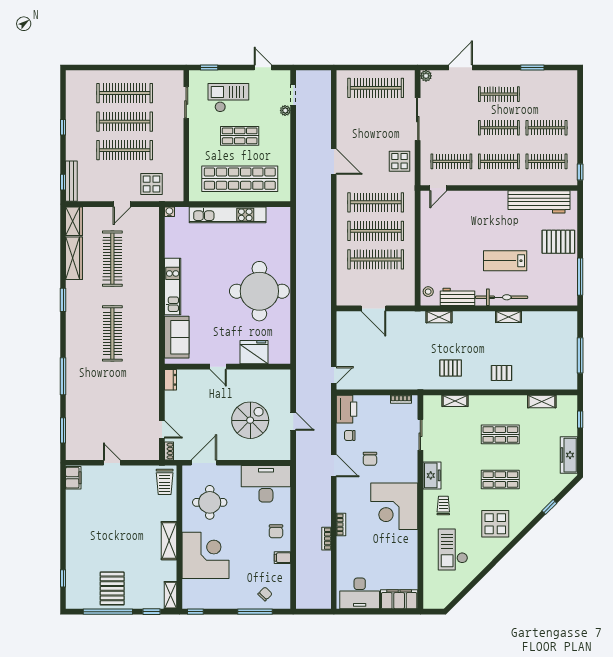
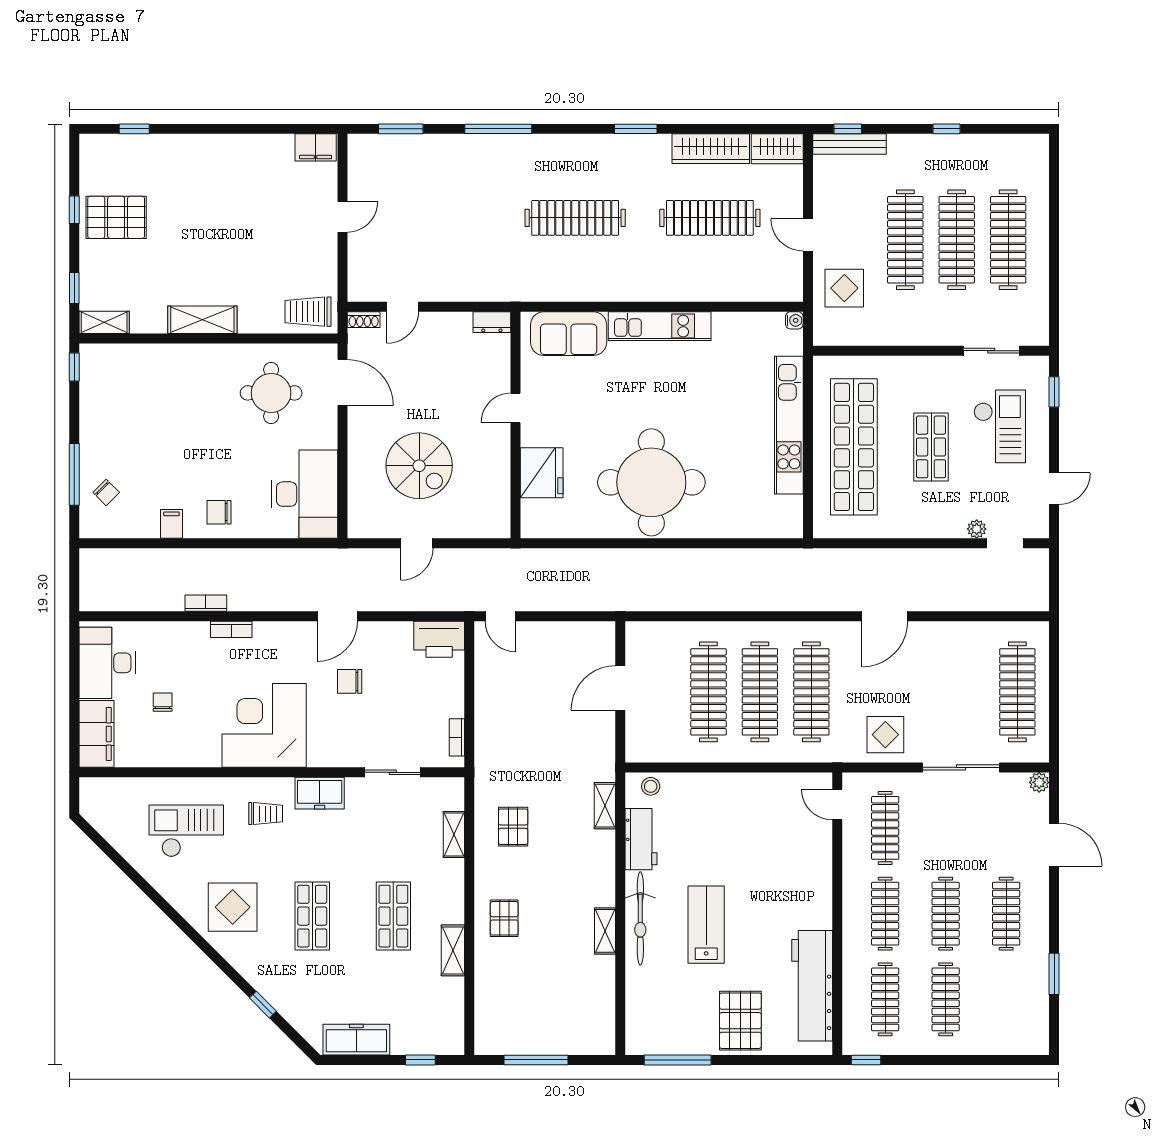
shelving: (542, 401) -> (453, 950), moved
chair: (350, 435) -> (163, 702), moved
corner desk: (205, 555) -> (176, 385), removed
window: (108, 612) -> (74, 210), width x0.32

